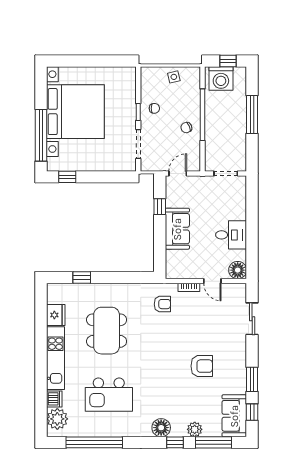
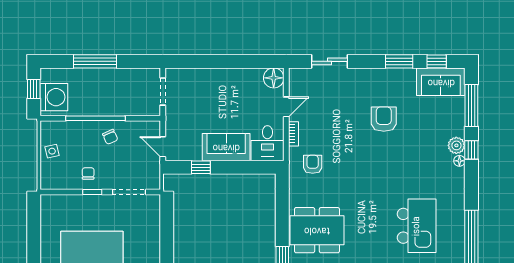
desk: (231, 235) -> (267, 143), moved, turned 180
dining table: (107, 331) -> (317, 230), moved
floor lamp: (161, 428) -> (459, 161), width x0.53, depth x0.53
plant: (195, 429) -> (456, 145), moved

